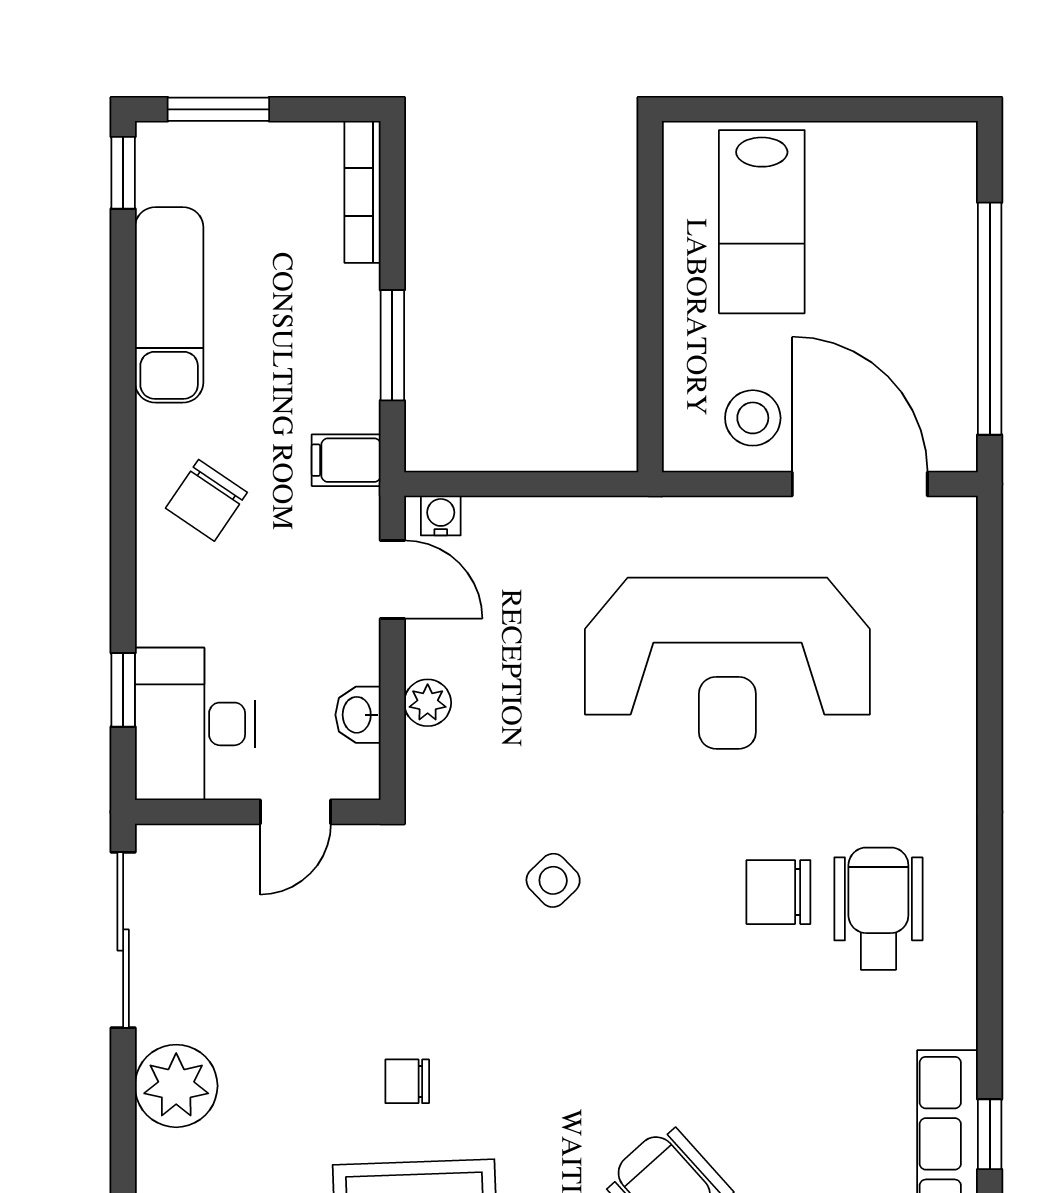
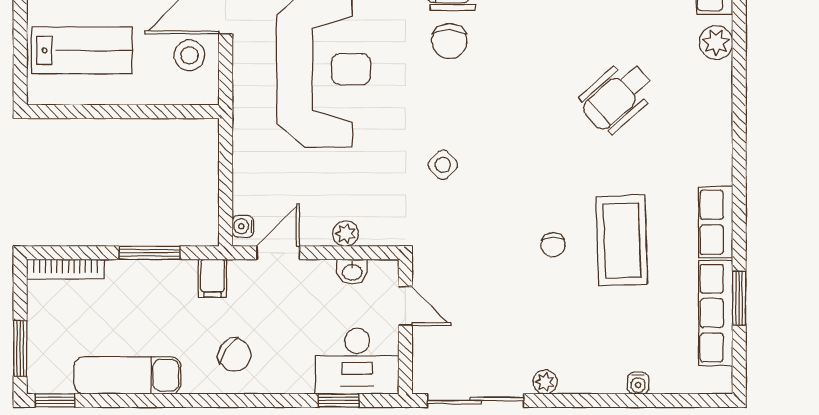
plant: (176, 1086) -> (545, 382), width x0.53, depth x0.53

